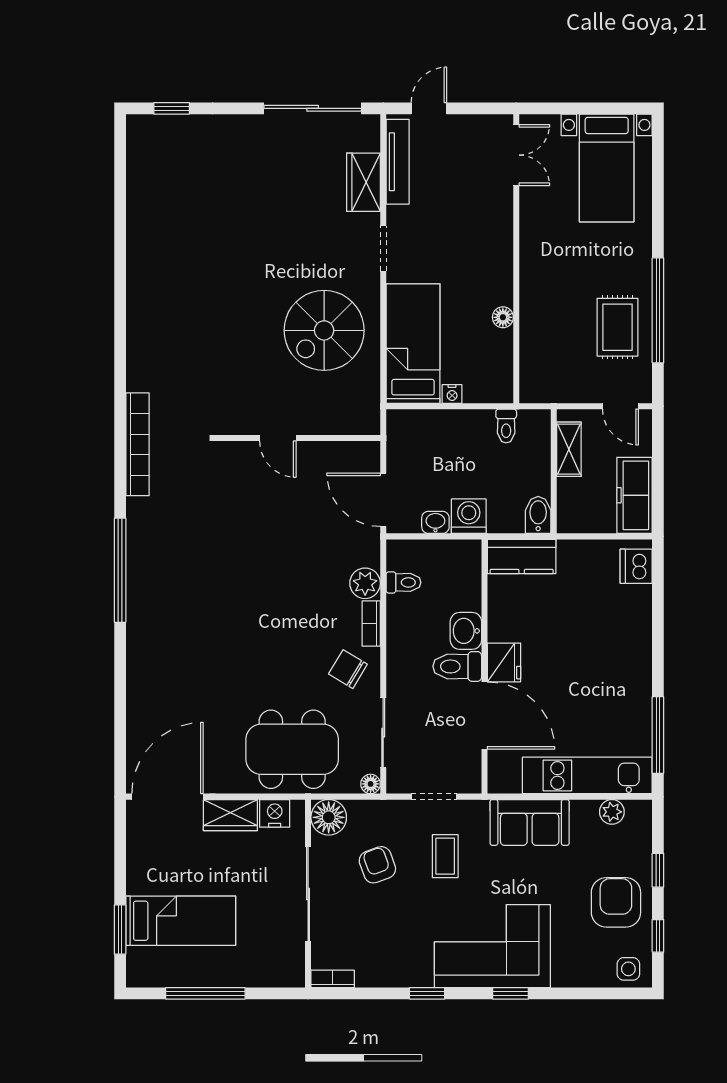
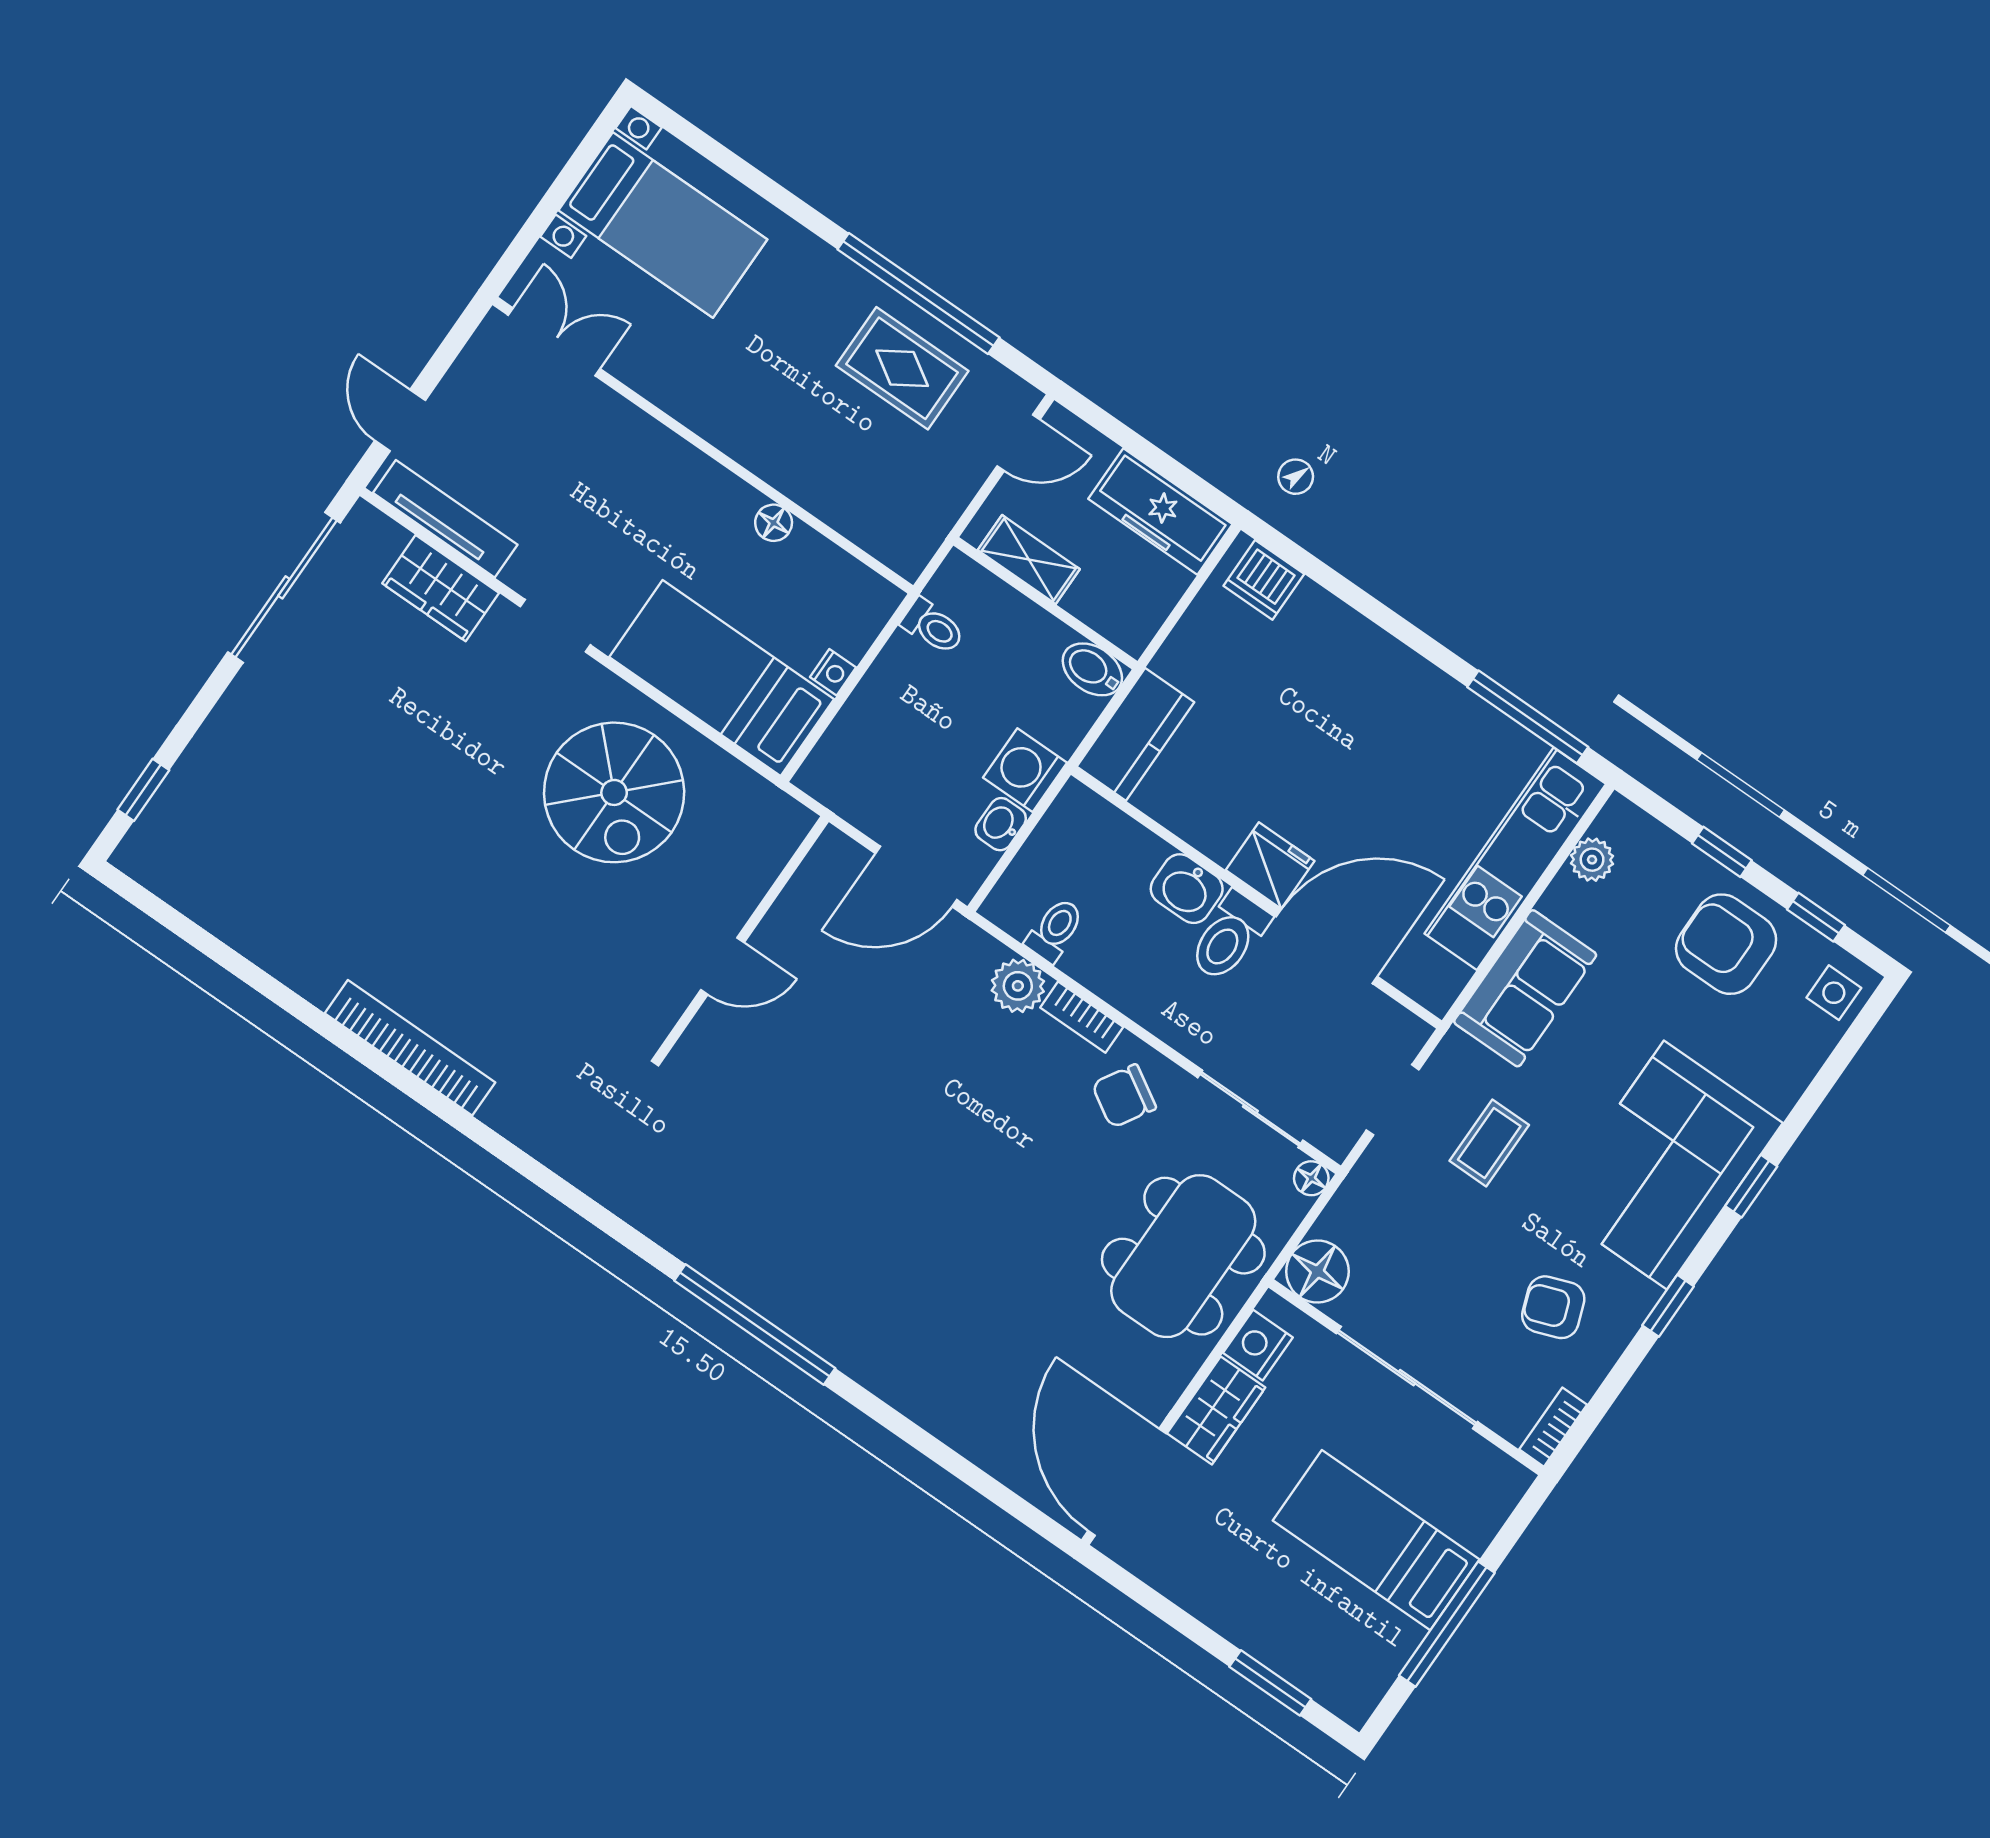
bookcase: (137, 444) -> (410, 1048), moved
coffee table: (445, 856) -> (1489, 1143), turned 90
armchair: (377, 865) -> (1553, 1307), moved
bed: (181, 921) -> (1376, 1540), moved, turned -90

